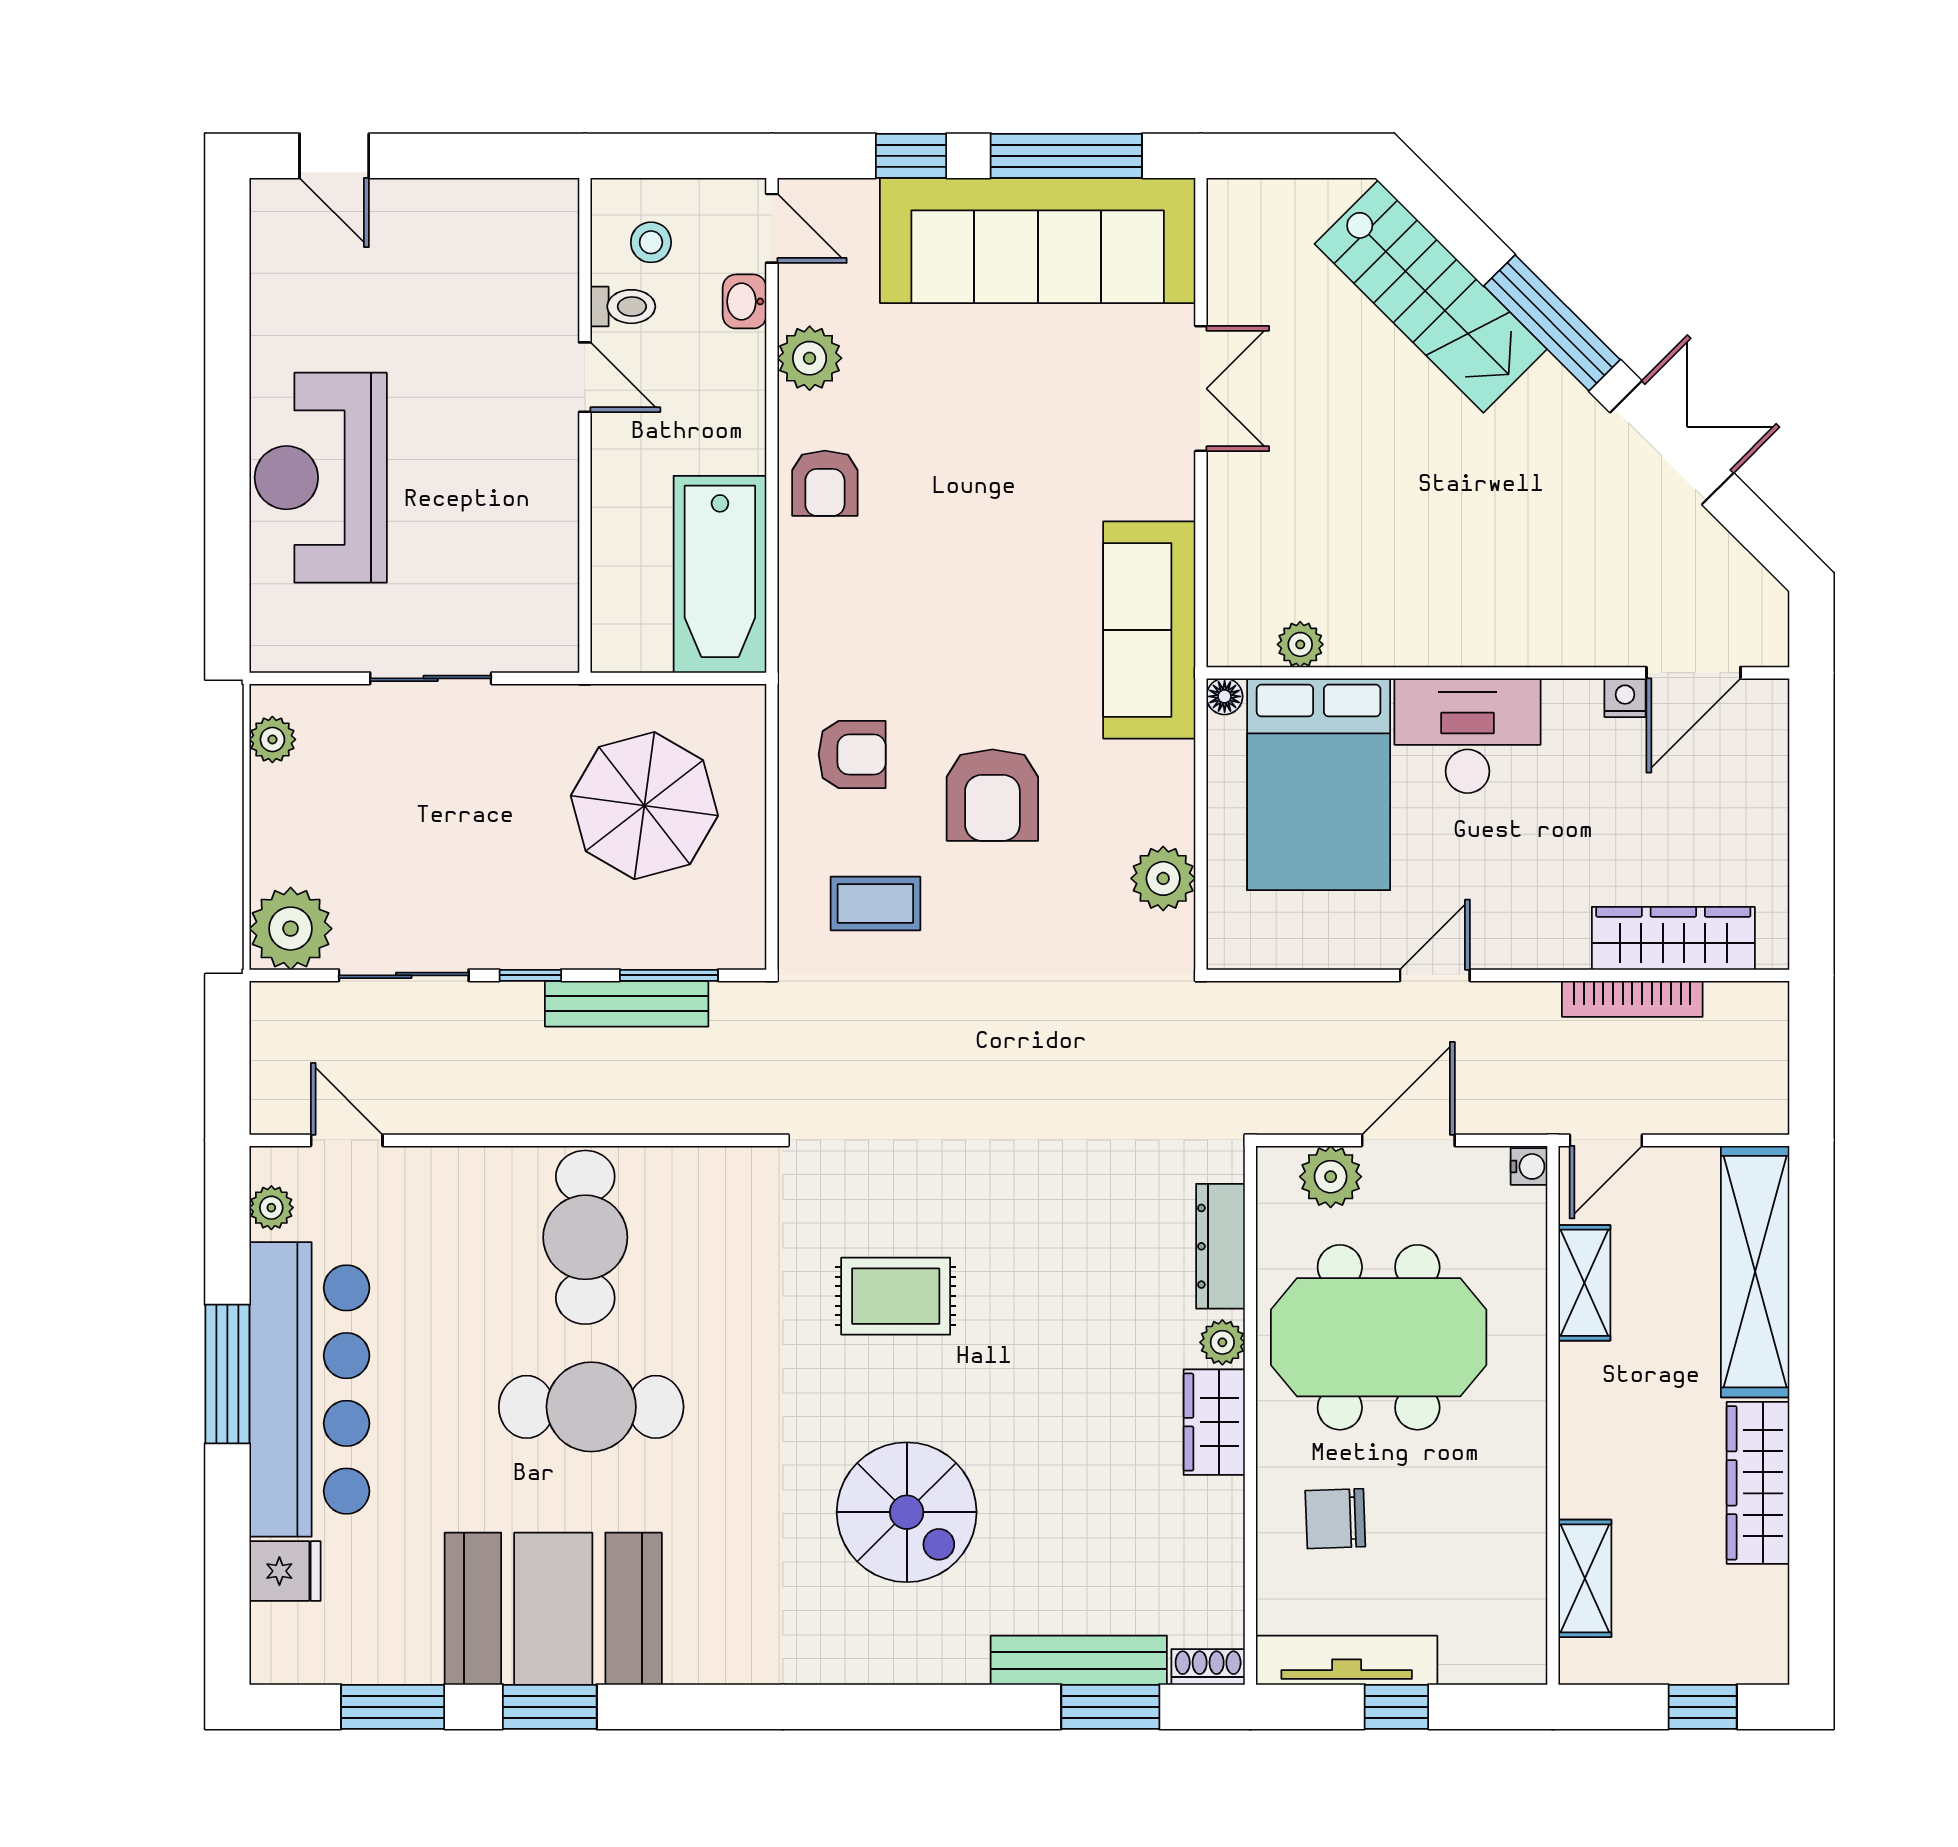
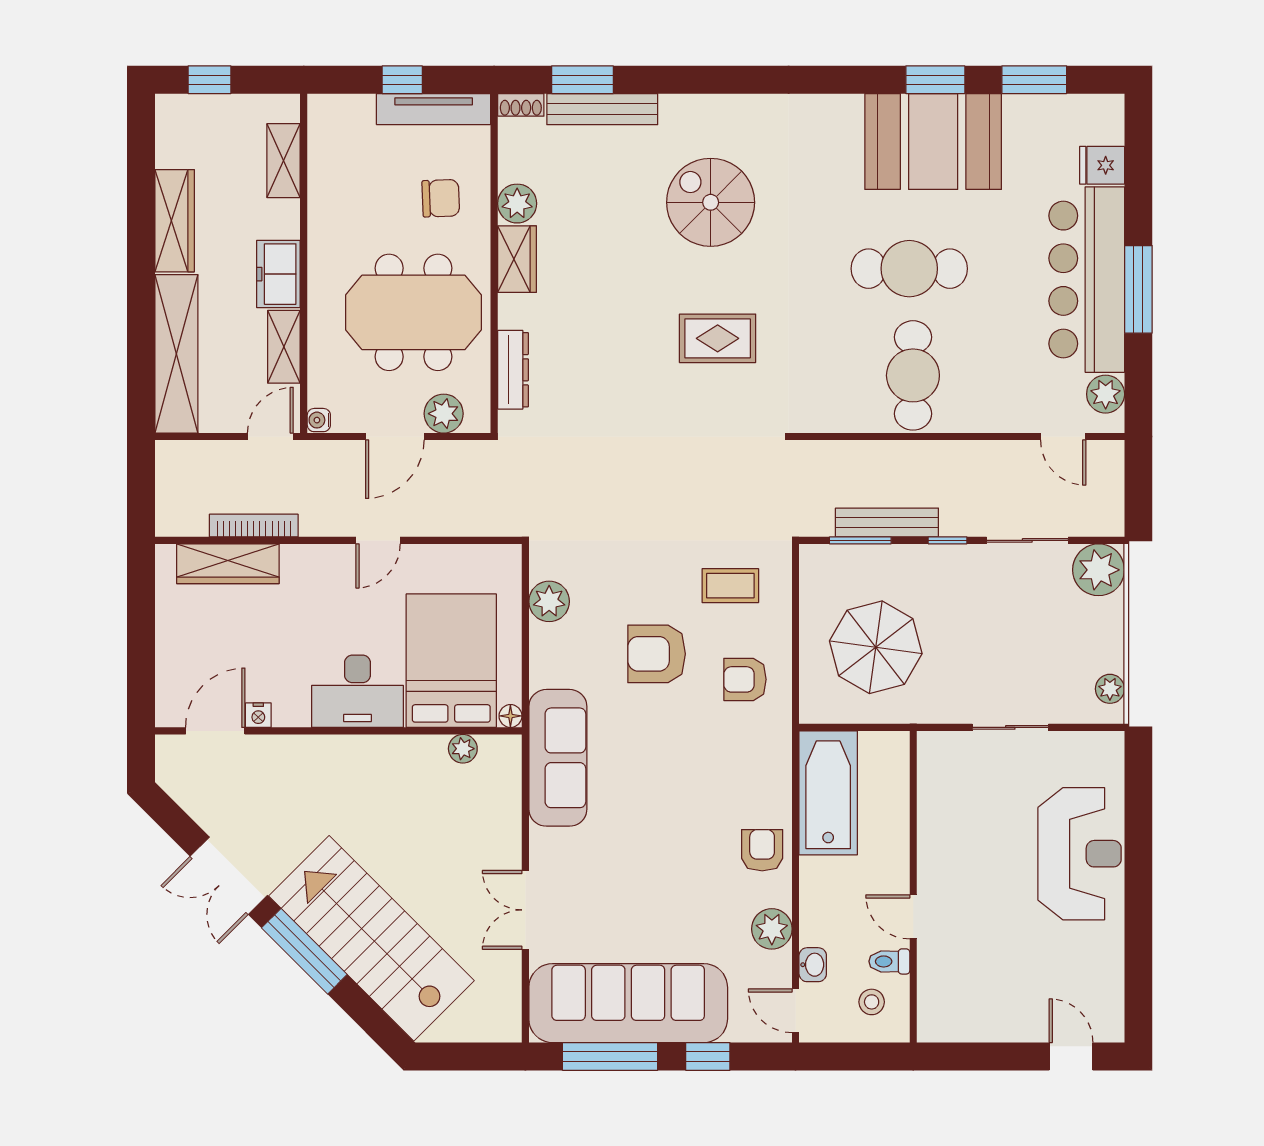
stairs: (1431, 297) -> (371, 938), width x1.36, depth x1.51
armchair: (992, 795) -> (657, 654), turned -90
plant: (271, 1208) -> (1106, 394), width x1.38, depth x1.38
plant: (1222, 1342) -> (517, 204), moved, width x1.38, depth x1.38
freezer: (1593, 1398) -> (278, 274), added

